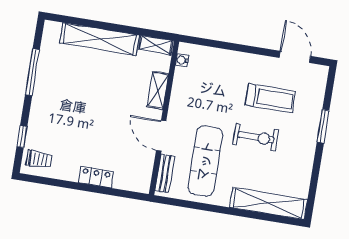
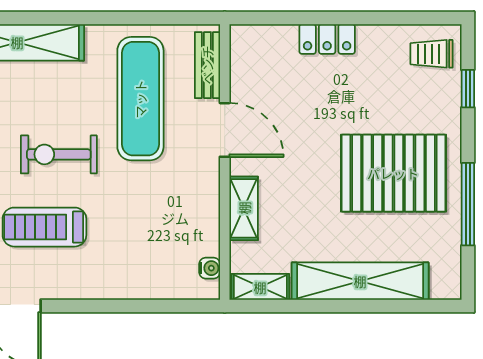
pallet: (71, 96) -> (393, 173), added

